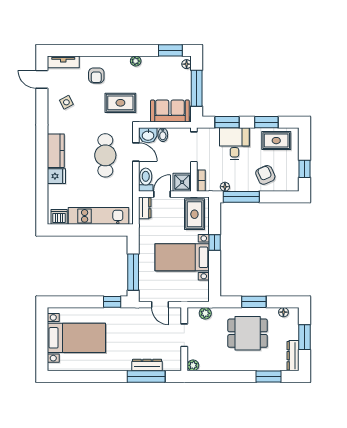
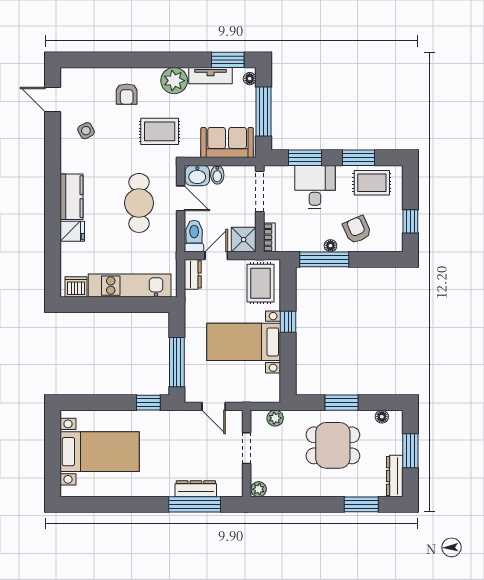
plant: (136, 61) -> (174, 81), width x1.88, depth x1.88
tv unit: (63, 62) -> (210, 76), moved
floor lamp: (225, 187) -> (330, 246), moved

